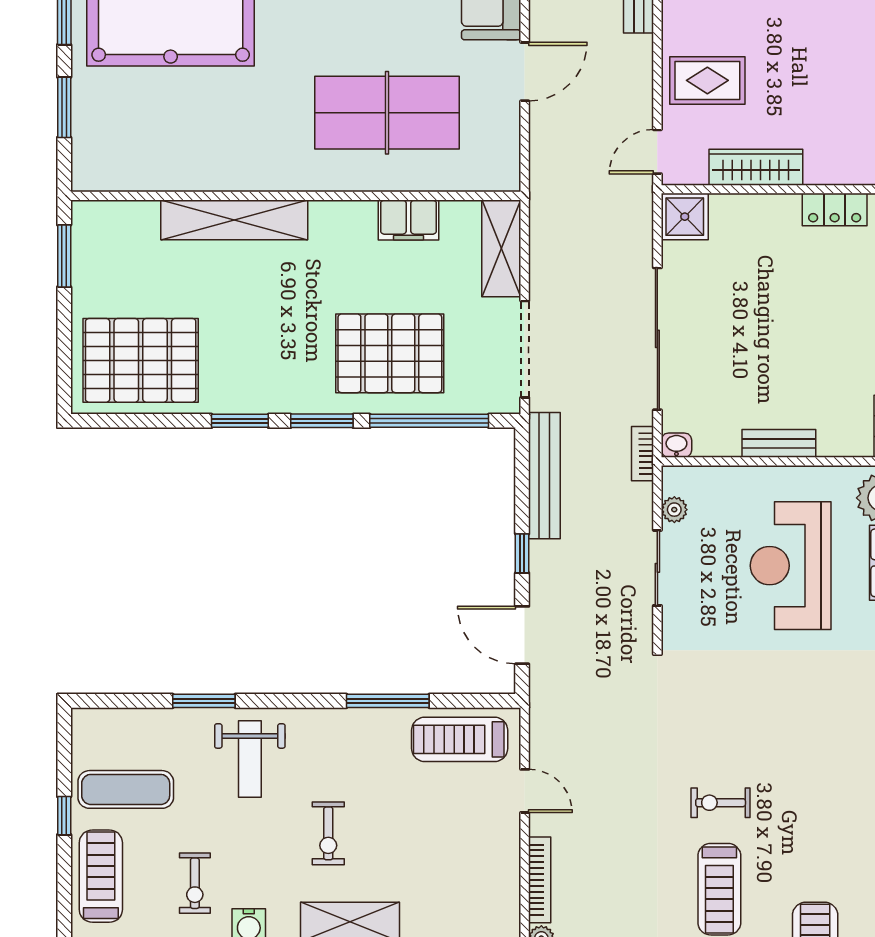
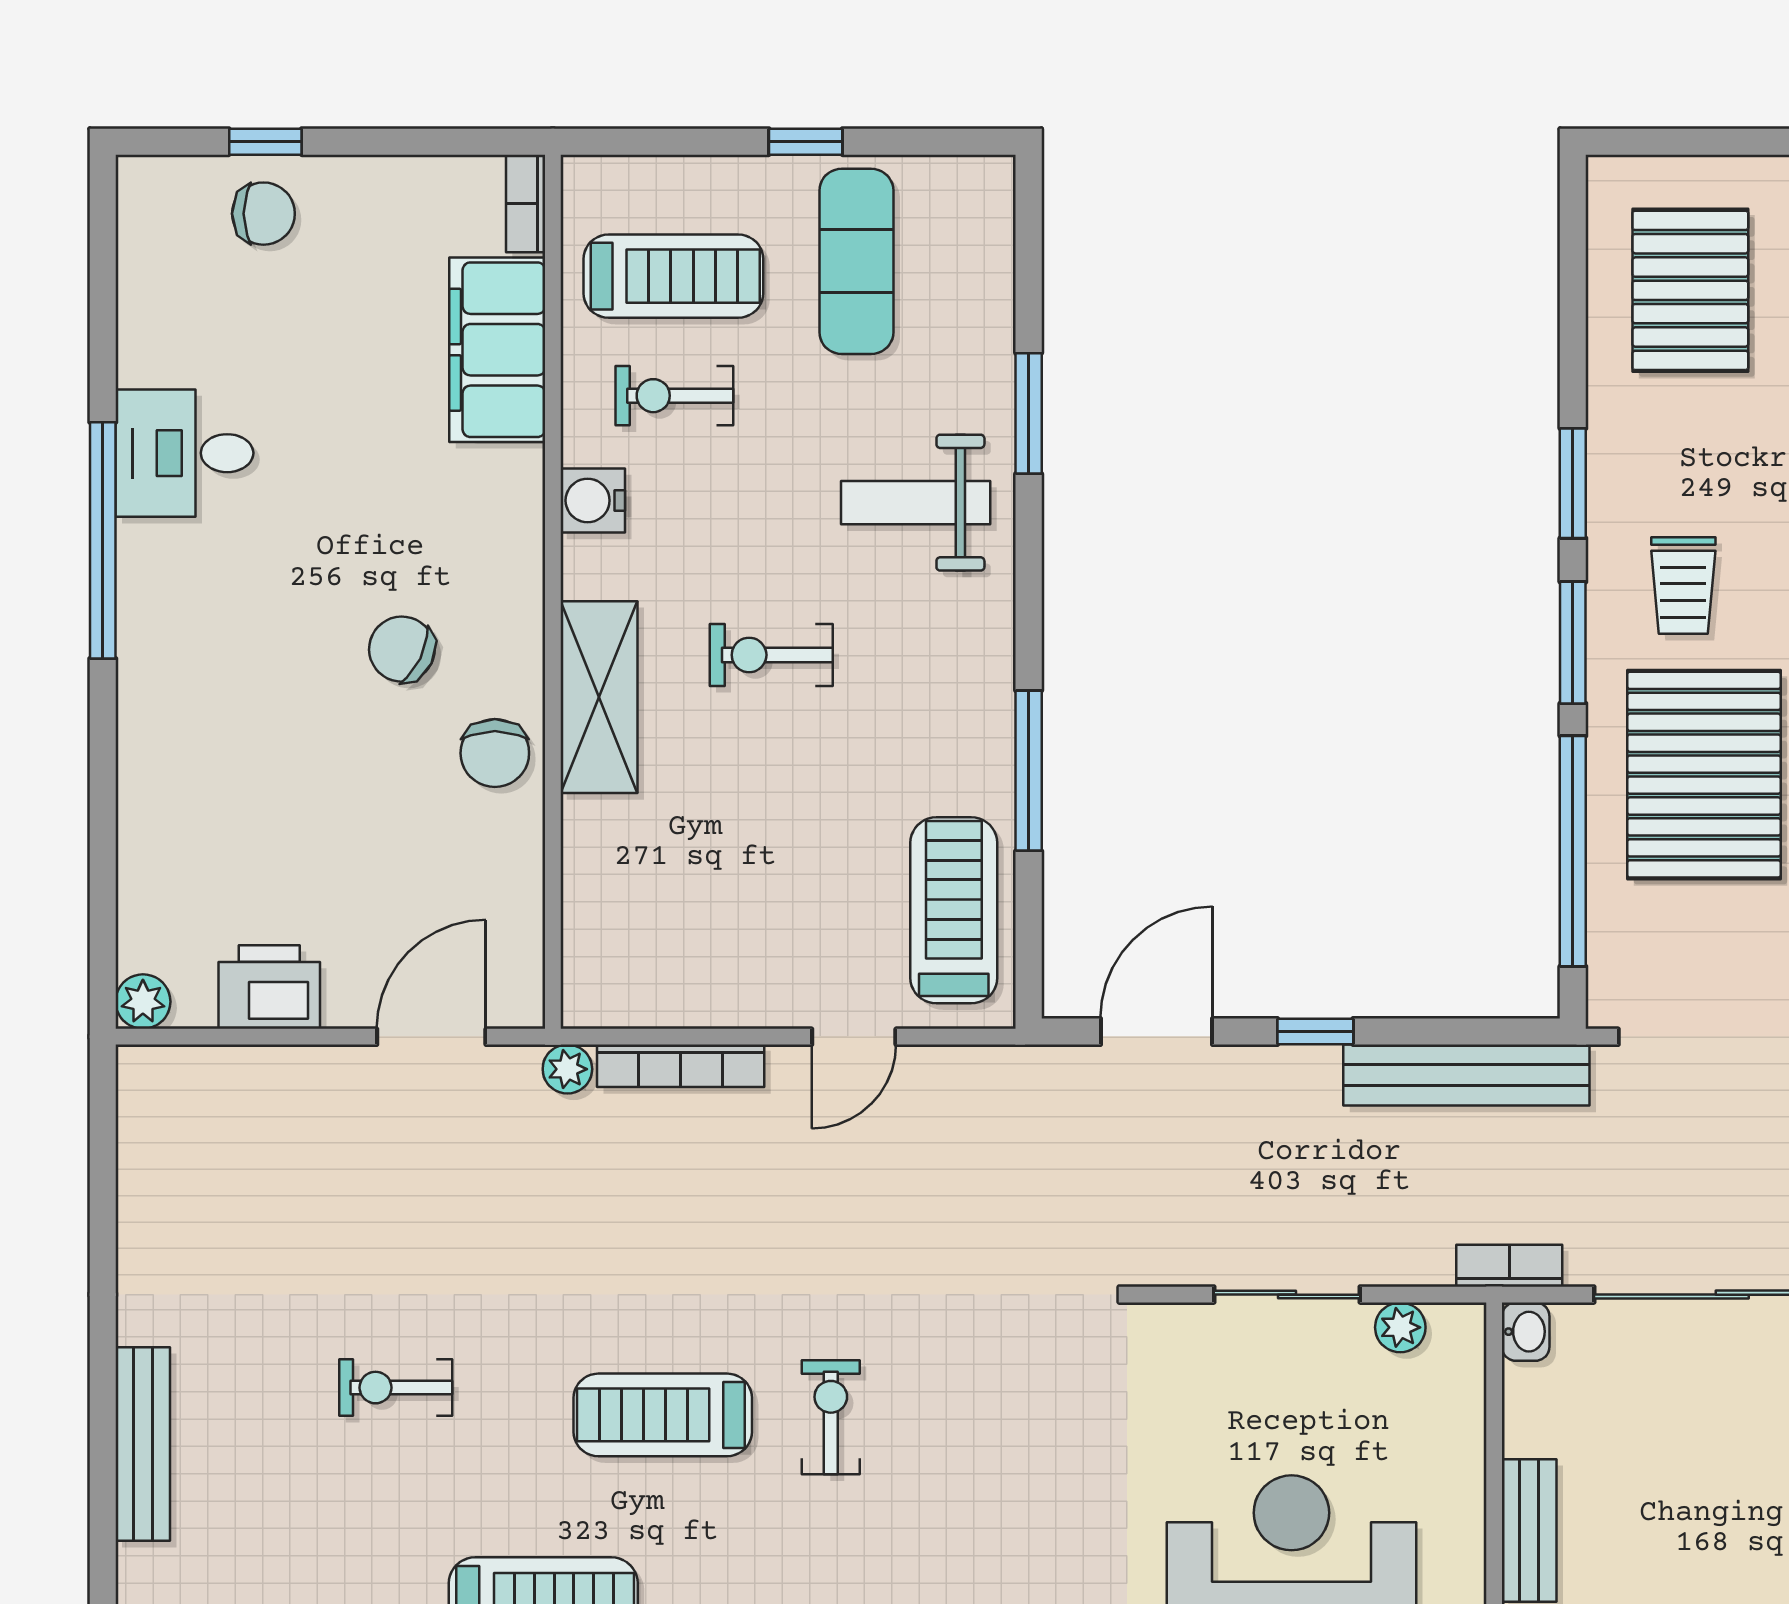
pallet: (141, 360) -> (1690, 290), width x0.73, depth x0.71
trolley: (293, 364) -> (1683, 586), added
treadmill: (101, 876) -> (673, 276), moved

